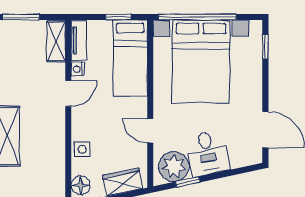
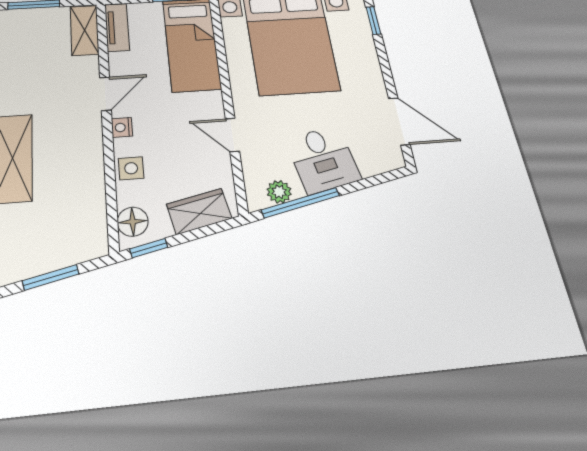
nightstand: (78, 69) -> (122, 127), moved
plant: (174, 167) -> (279, 192), width x0.53, depth x0.53
window: (188, 182) -> (300, 203), width x2.17

